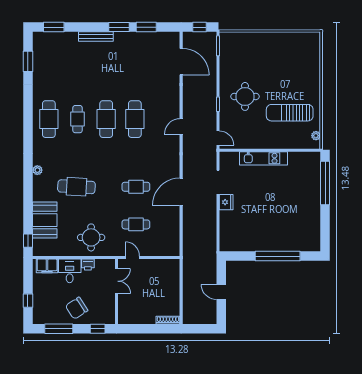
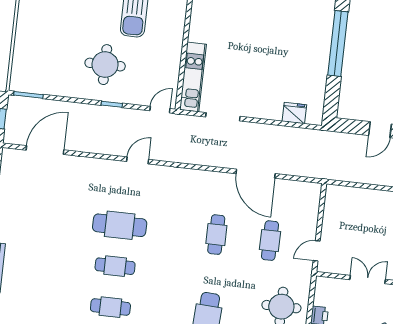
cafe table: (106, 119) -> (115, 266), width x0.73, depth x0.74
door: (181, 126) -> (138, 160), swing flipped
kitchen unit: (264, 158) -> (193, 77), moved
door: (181, 192) -> (256, 174), moved
fridge: (226, 202) -> (294, 113), moved
double door: (117, 281) -> (368, 279), moved

